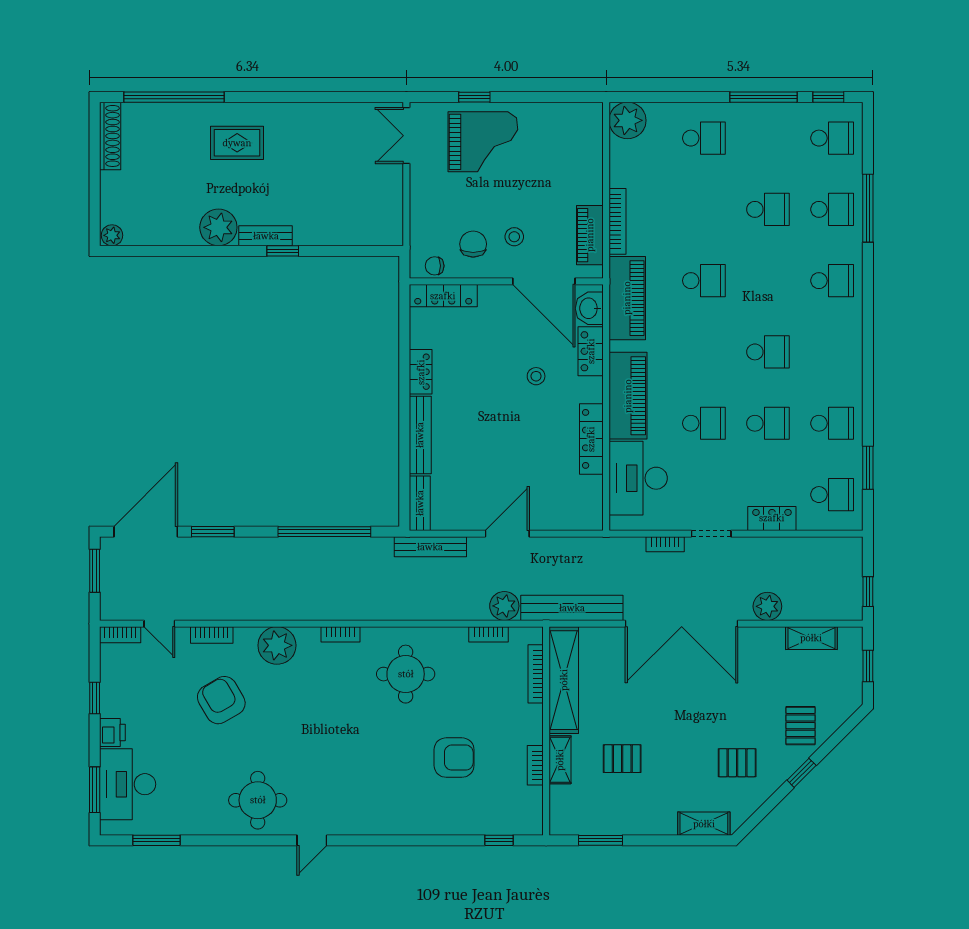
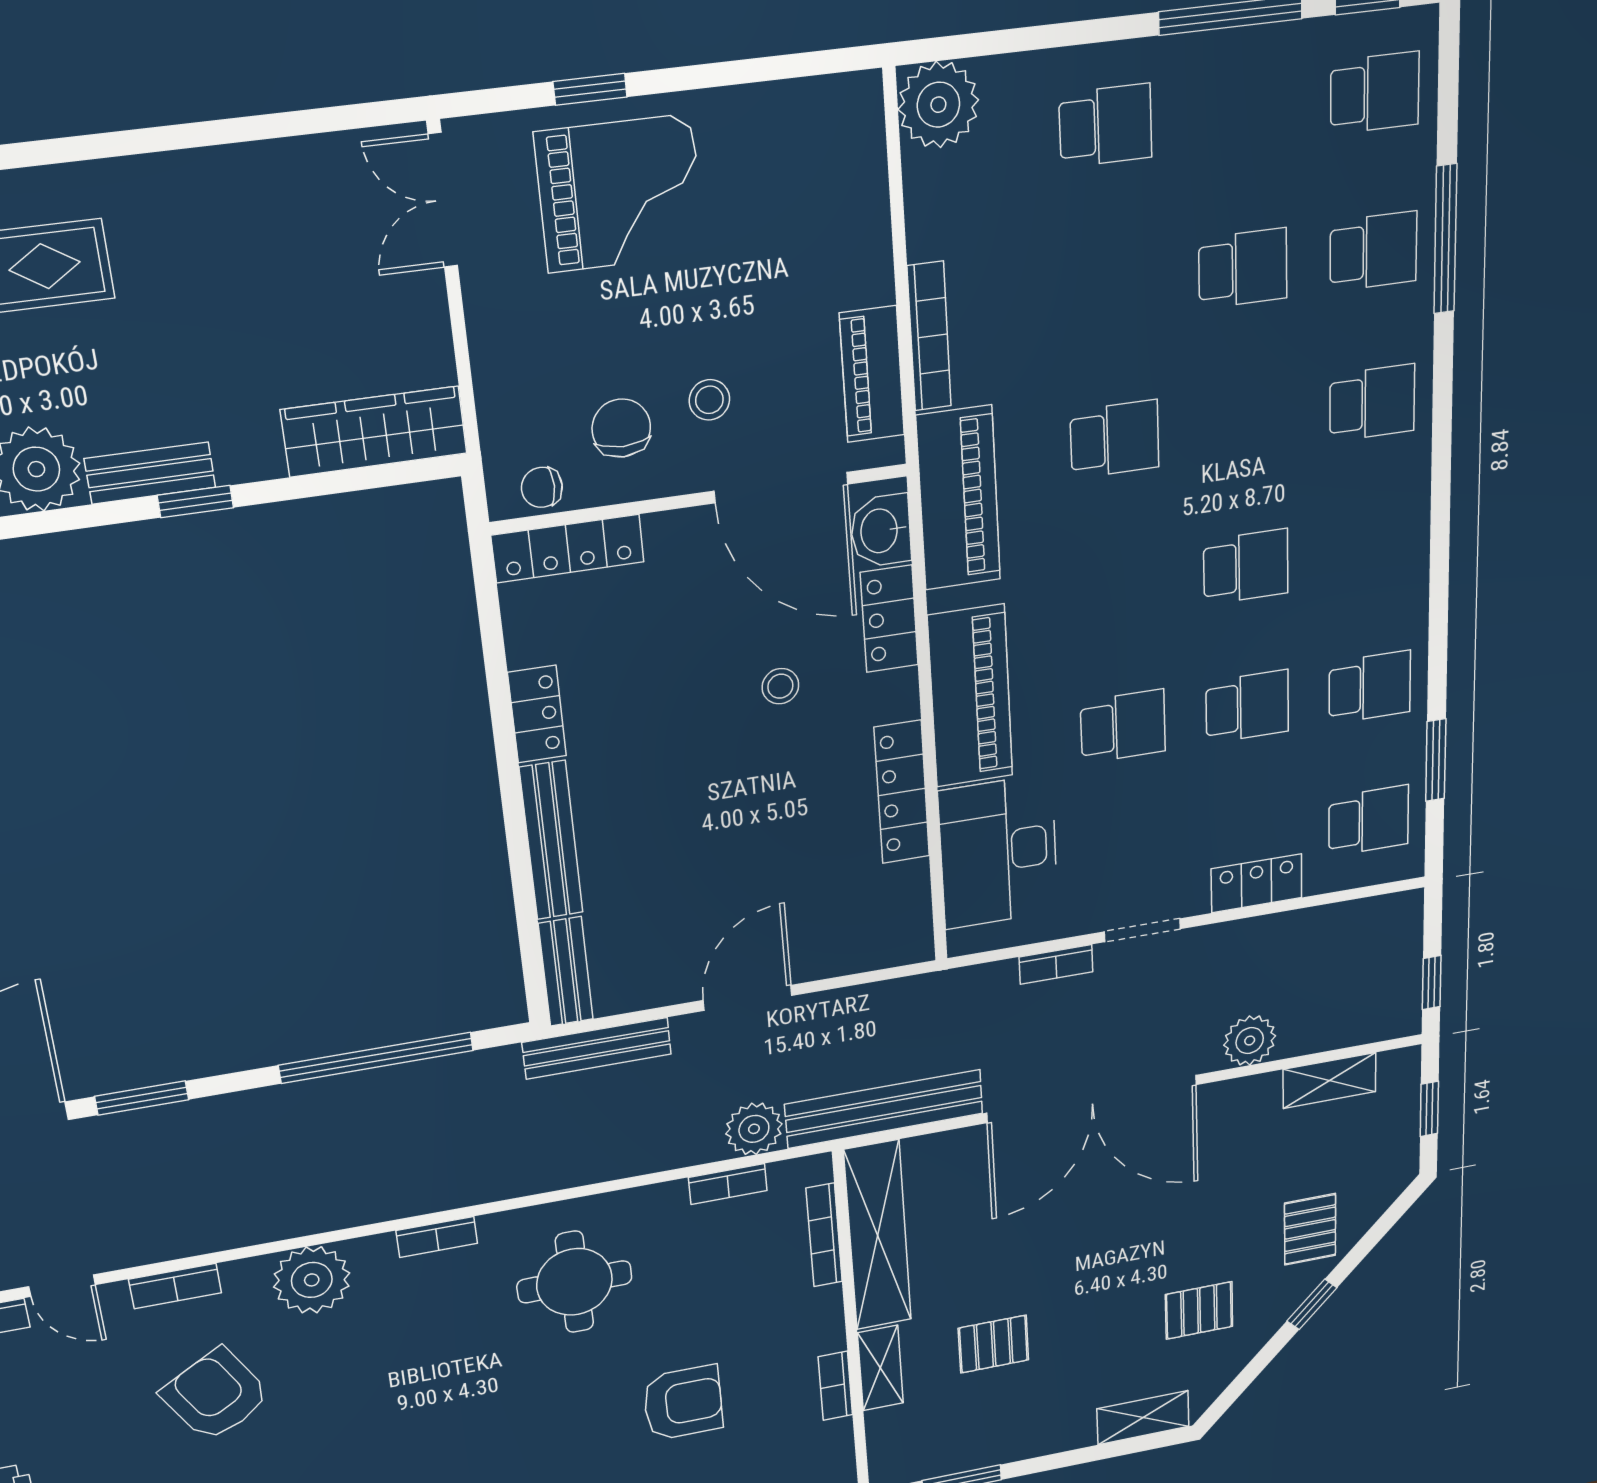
wardrobe: (364, 231) -> (374, 432), added

